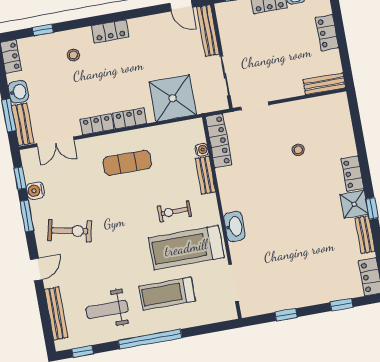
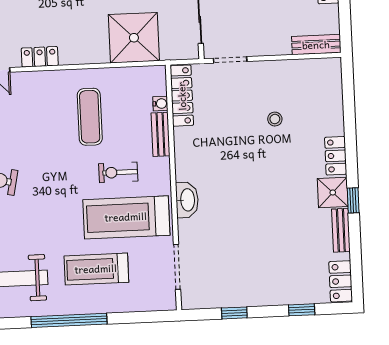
locker: (130, 118) -> (80, 55), removed
exercise mat: (127, 163) -> (90, 117), moved, turned 90

